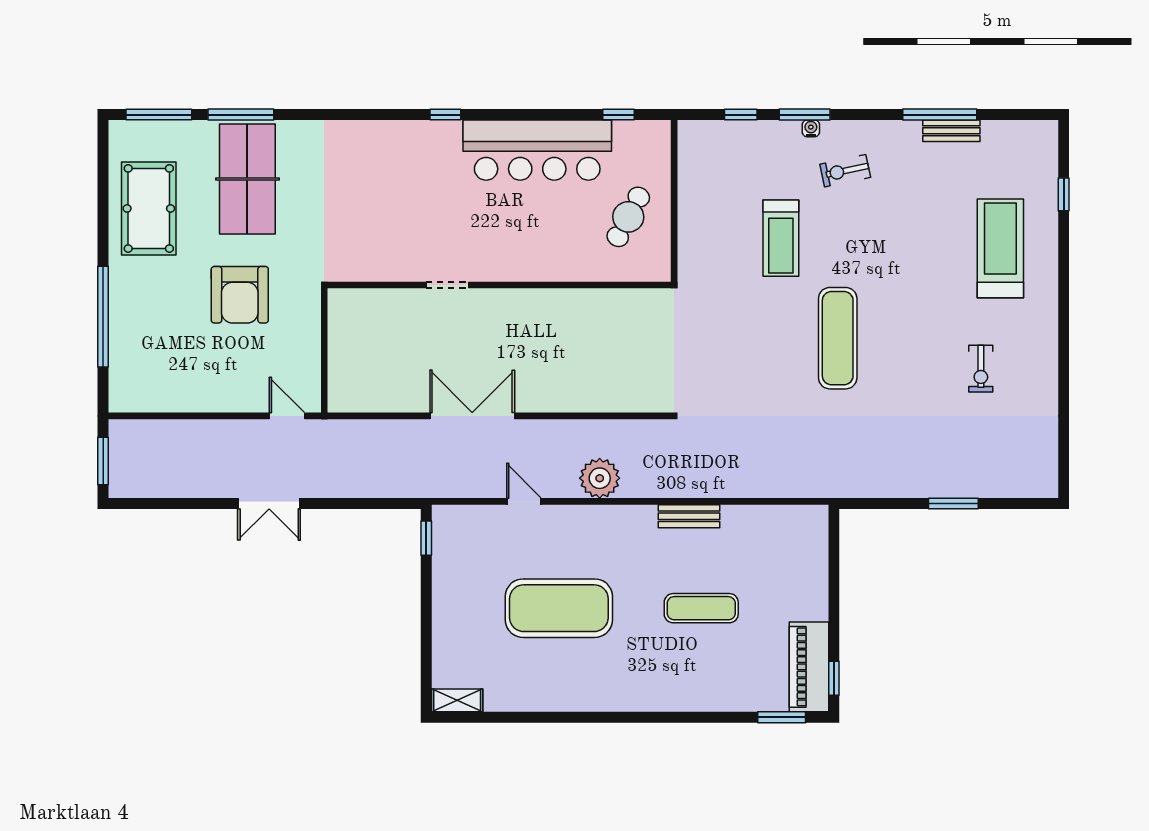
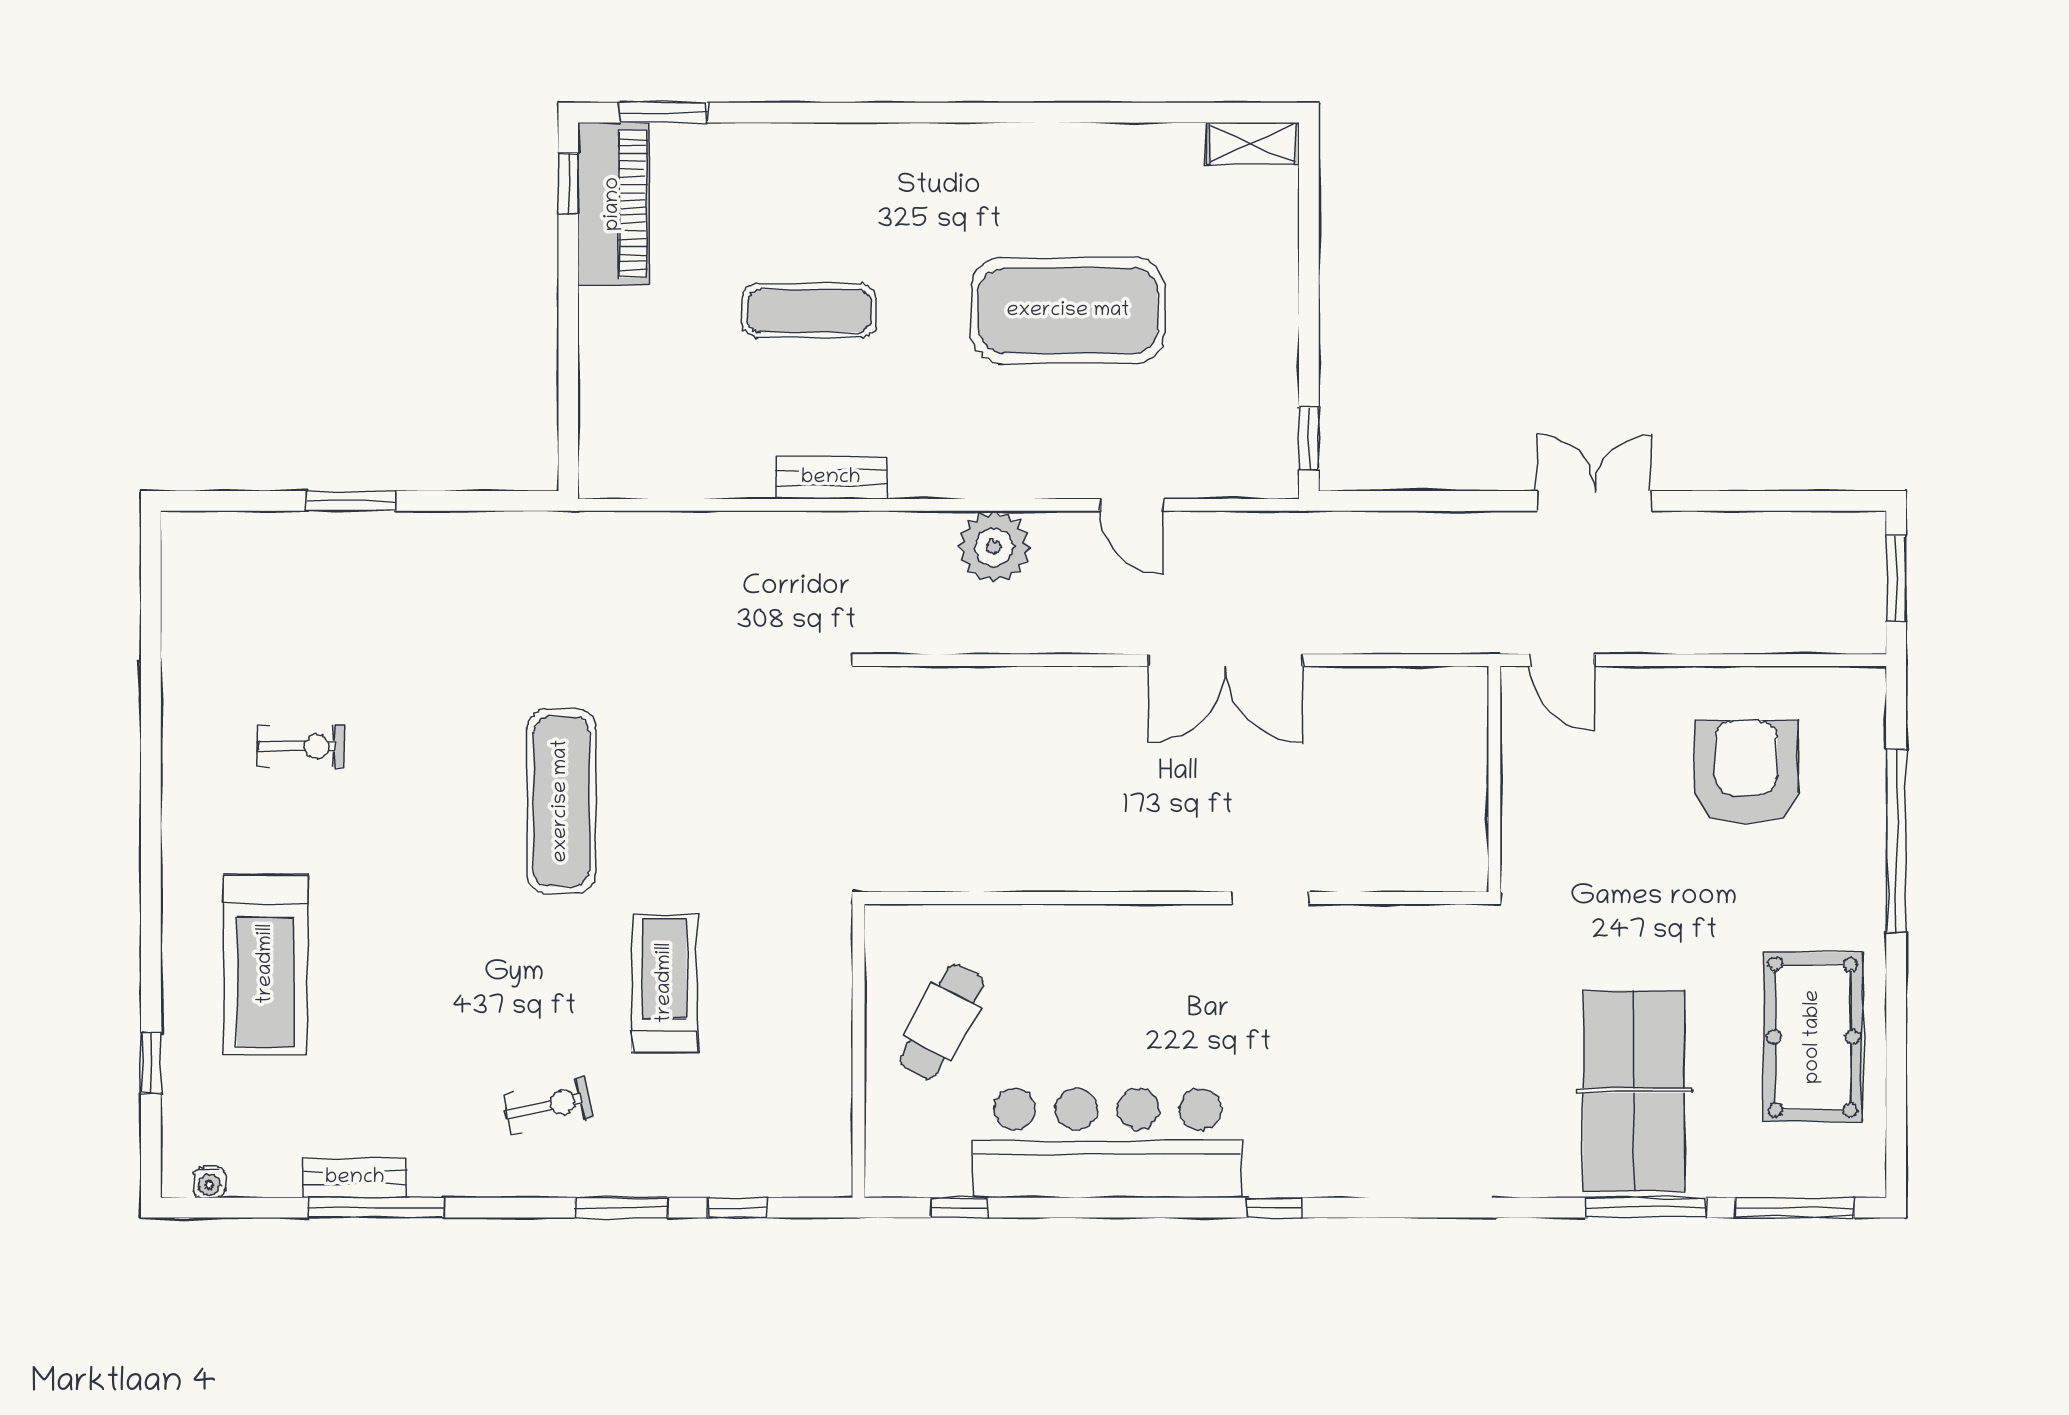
water cooler: (811, 128) -> (209, 1182), moved
armchair: (240, 295) -> (1746, 772), moved
exercise bike: (981, 369) -> (301, 746), turned 90

